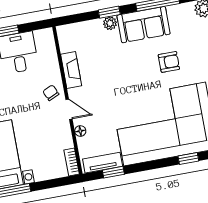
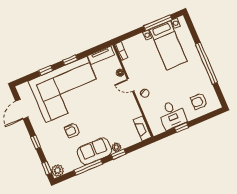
fireplace: (71, 70) -> (142, 128), moved
window: (113, 172) -> (70, 60), moved

